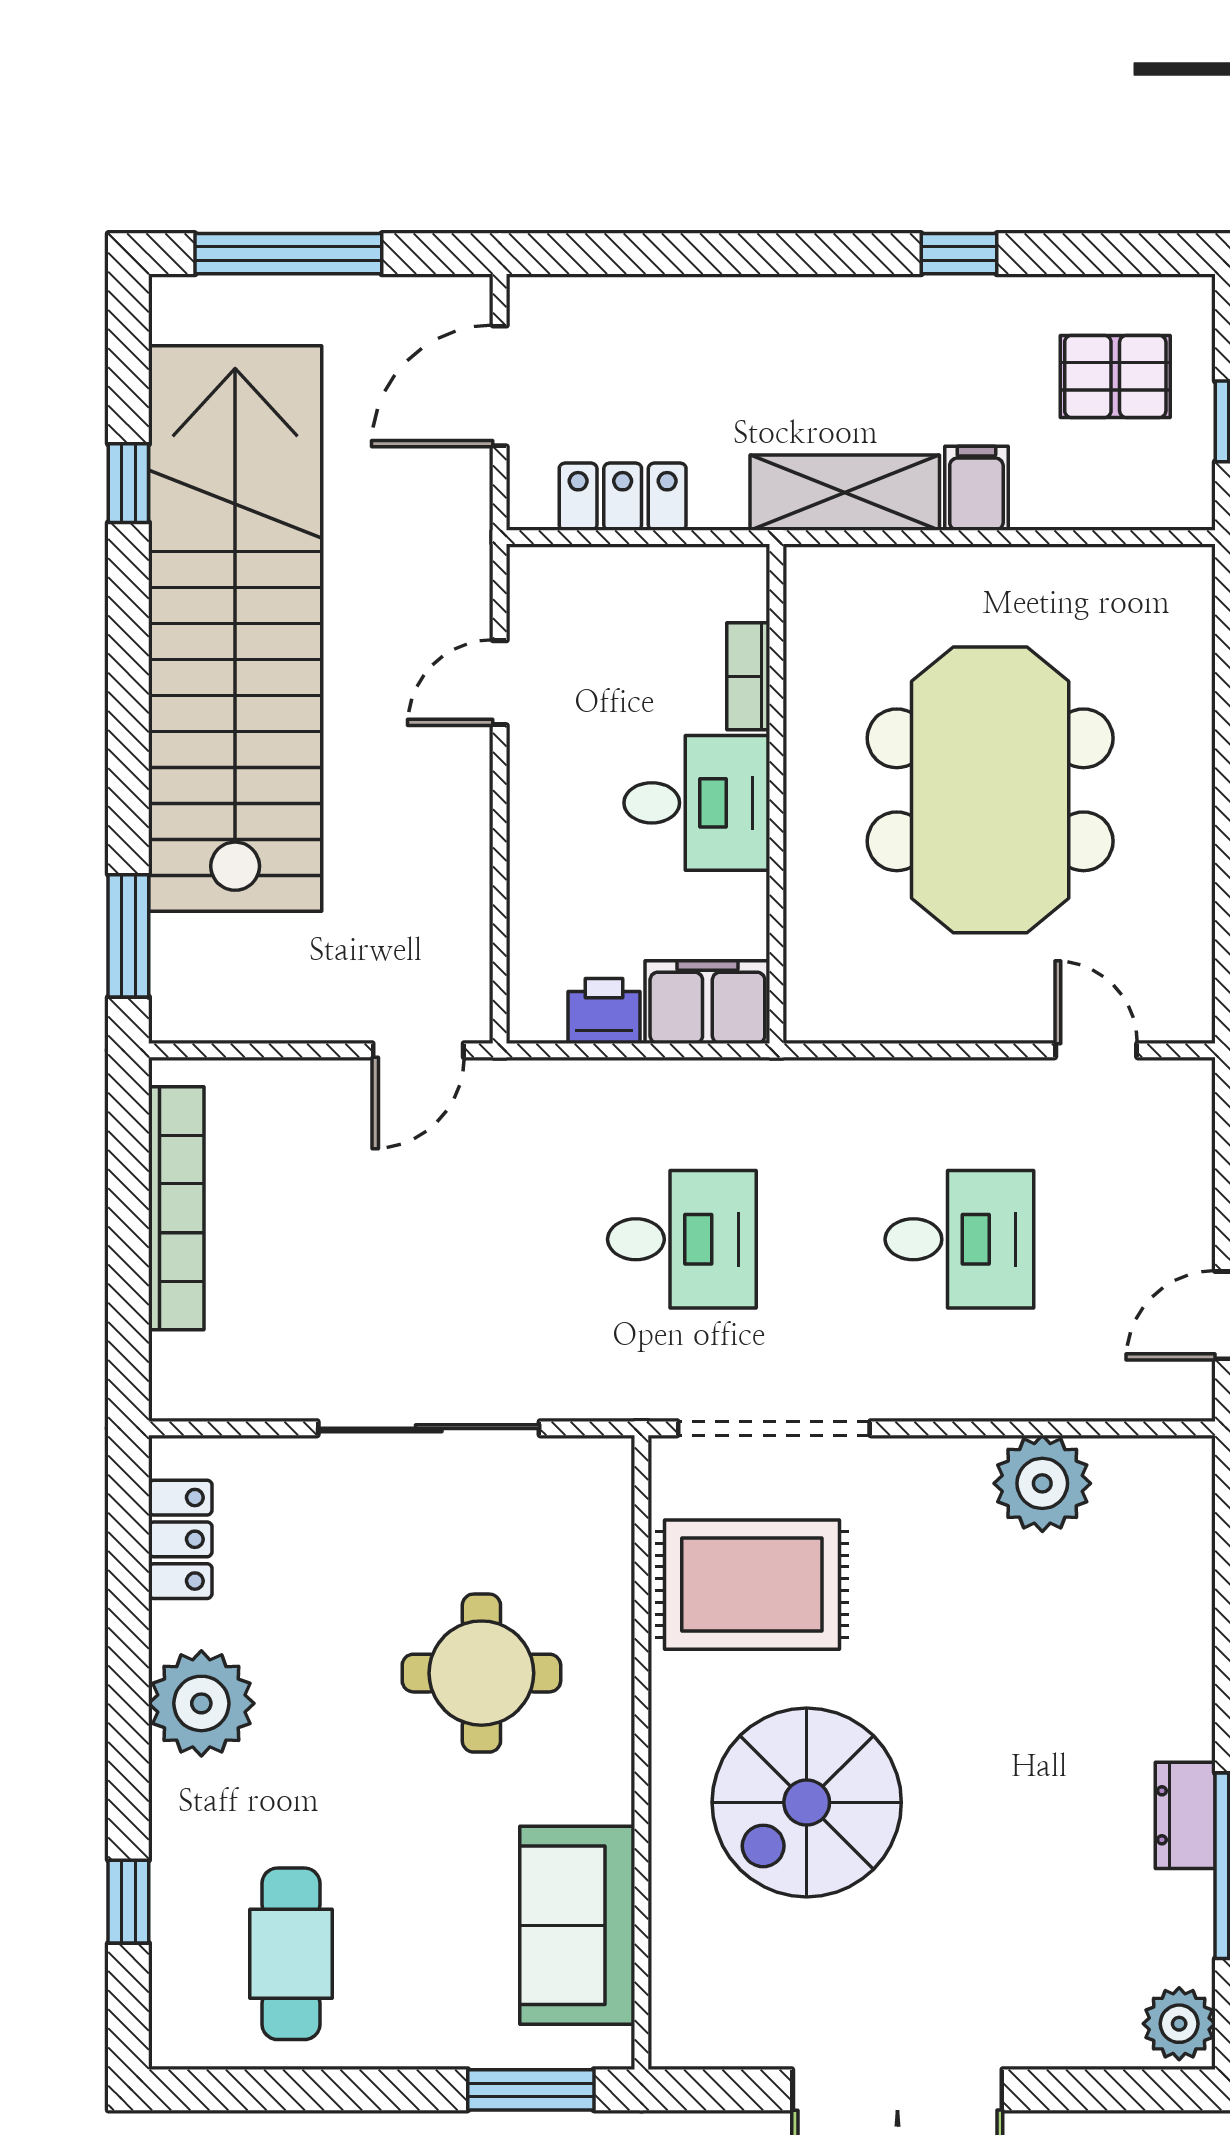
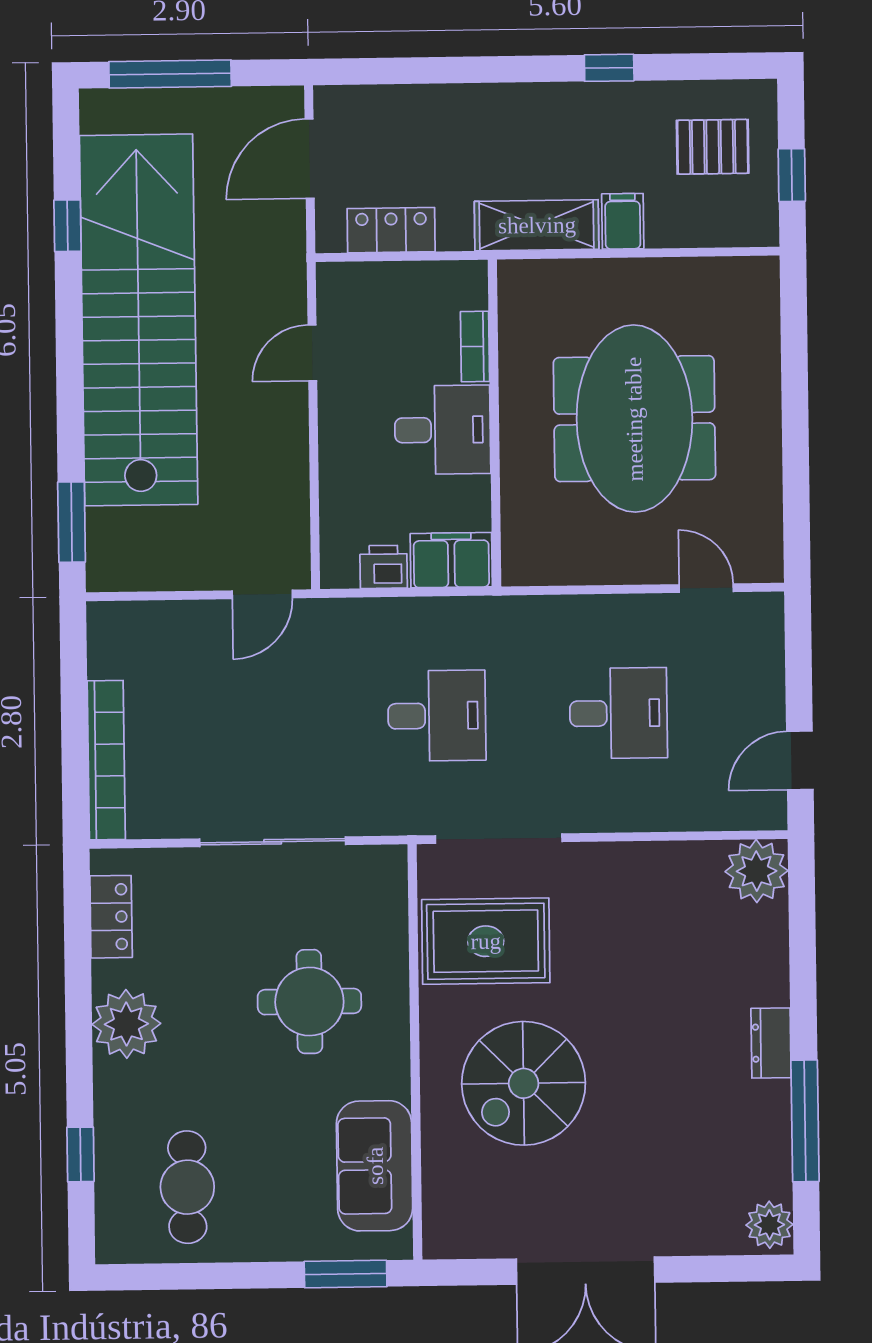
bookcase: (176, 1208) -> (106, 760), moved
plant: (1042, 1483) -> (757, 871), moved
dresser: (1185, 1815) -> (771, 1043), moved

